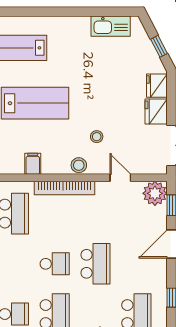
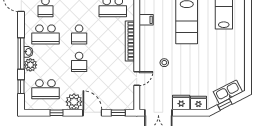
kitchen sink: (111, 26) -> (228, 92), moved, turned 63
stool: (79, 165) -> (145, 51), removed
plant: (155, 193) -> (74, 102), moved
school desk: (95, 264) -> (79, 62), width x0.54

